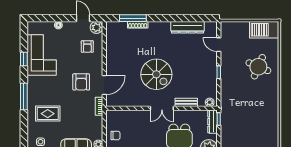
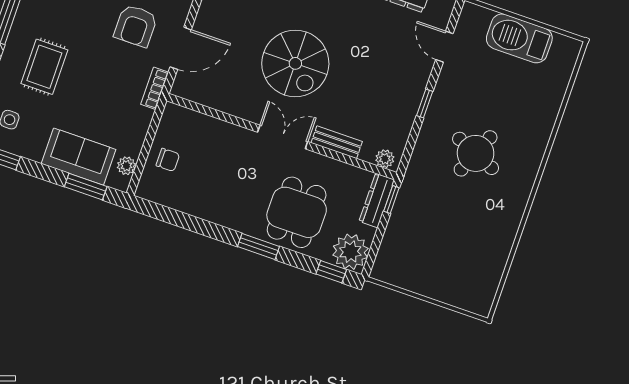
barbecue: (264, 30) -> (519, 38), moved
round table: (258, 67) -> (476, 153), moved
double door: (162, 108) -> (283, 137), swing flipped
rug: (48, 114) -> (44, 67), turned 90

